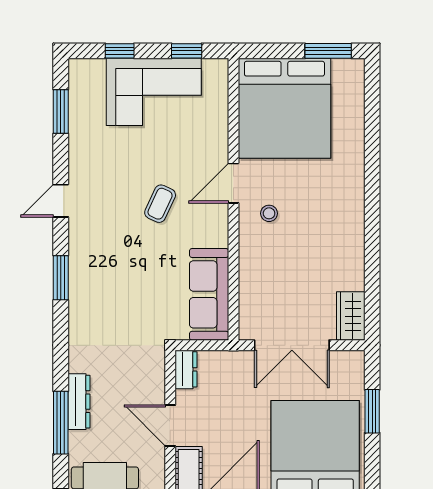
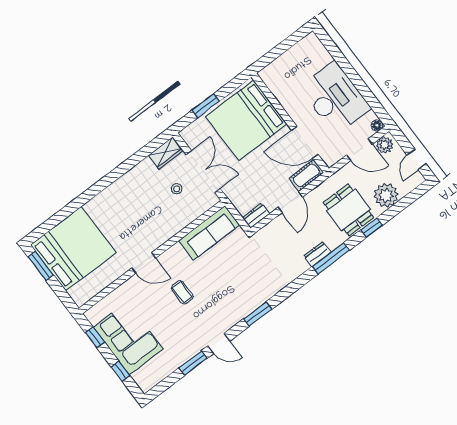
bed: (284, 108) -> (73, 249), moved
window: (61, 111) -> (193, 363), moved
coffee table: (160, 204) -> (182, 292), turned 65
stool: (269, 213) -> (177, 189), moved
dresser: (79, 402) -> (317, 254), width x0.70

